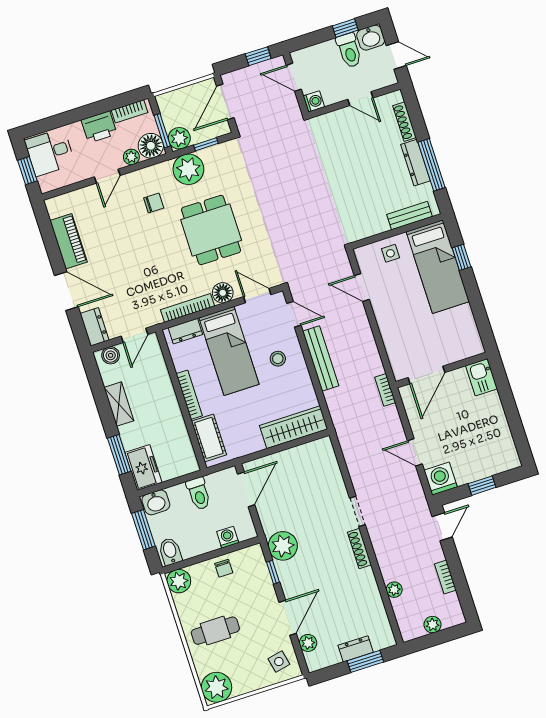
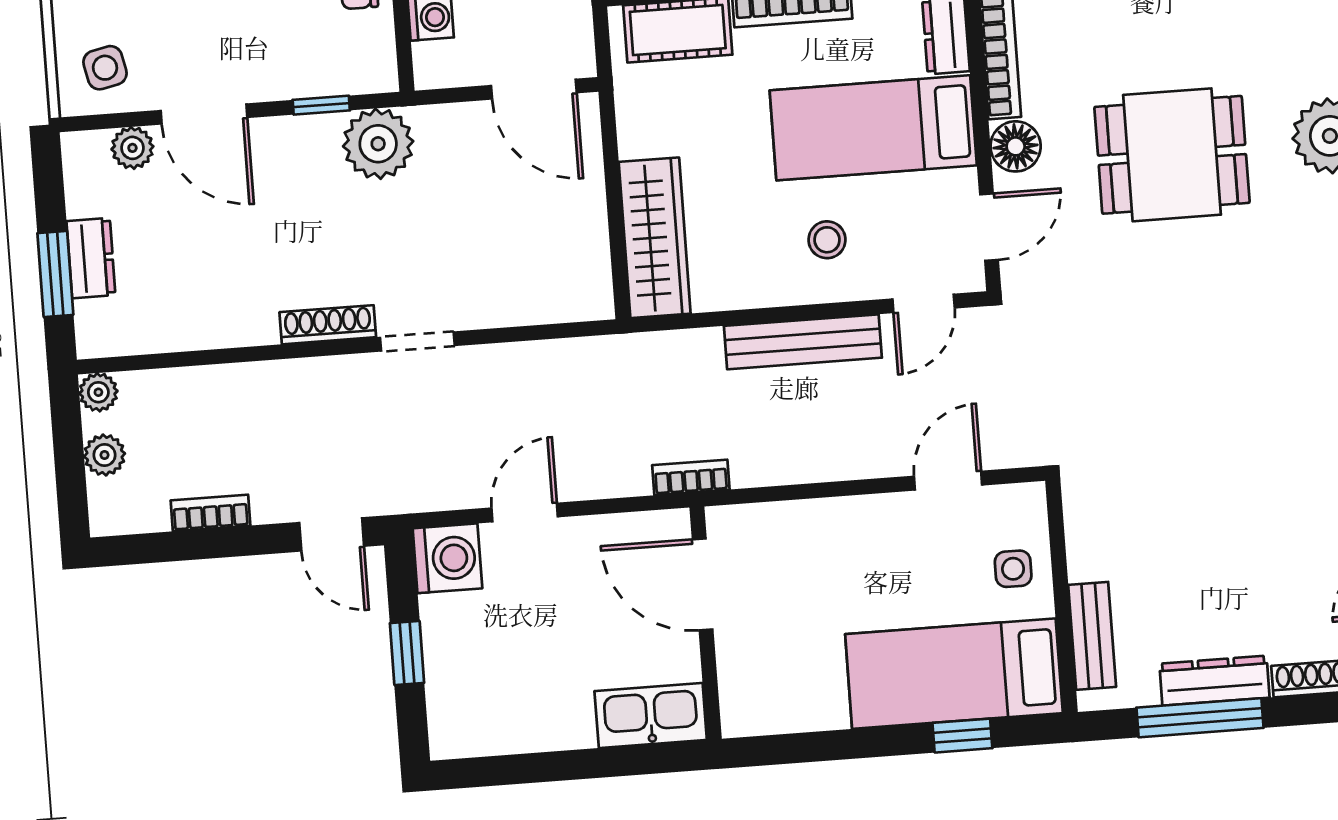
chair: (154, 203) -> (1269, 34), removed
kitchen sink: (482, 377) -> (651, 715), width x1.38
plant: (394, 590) -> (98, 392), moved

